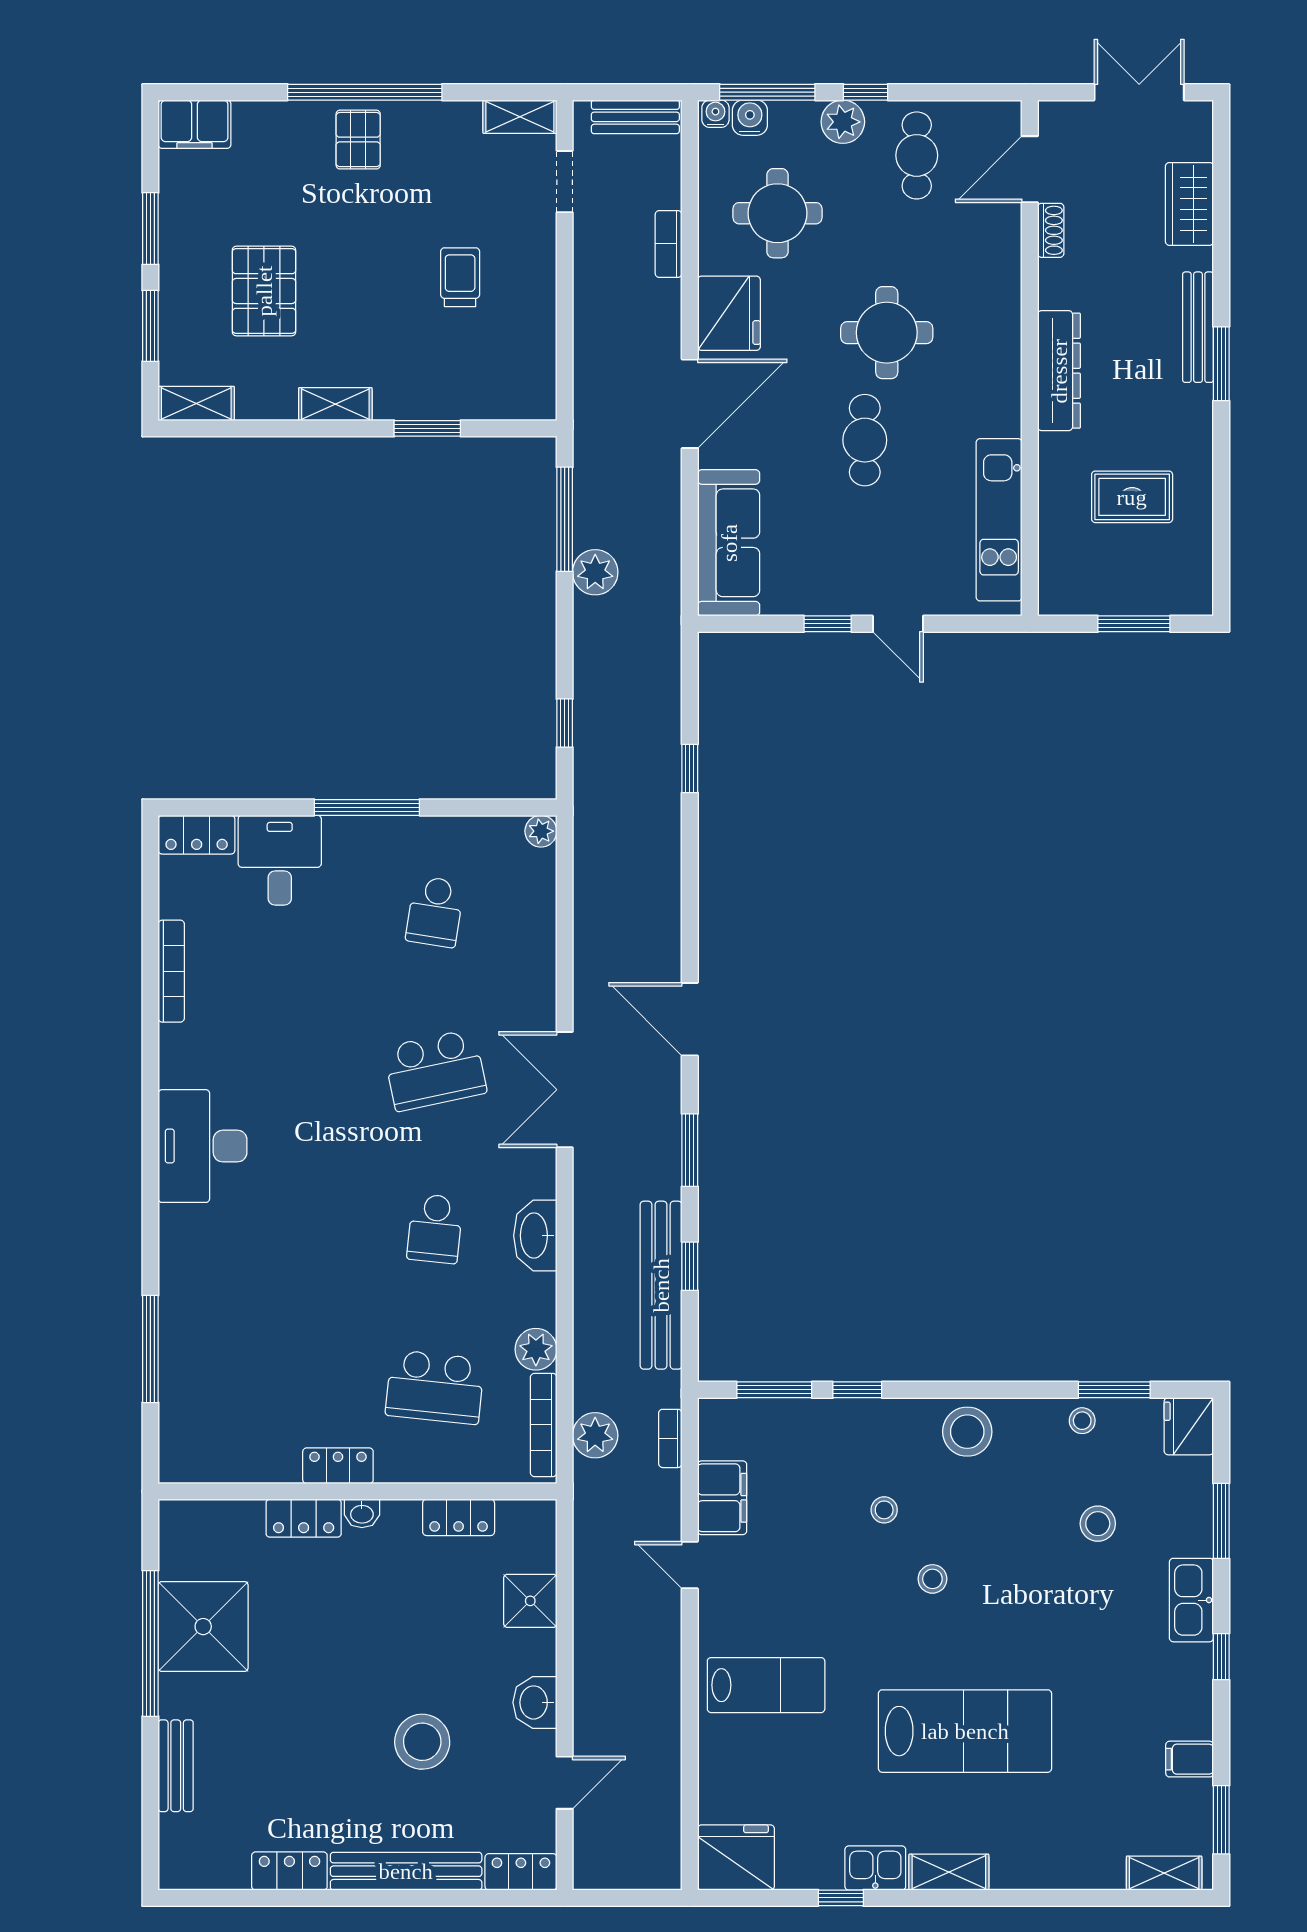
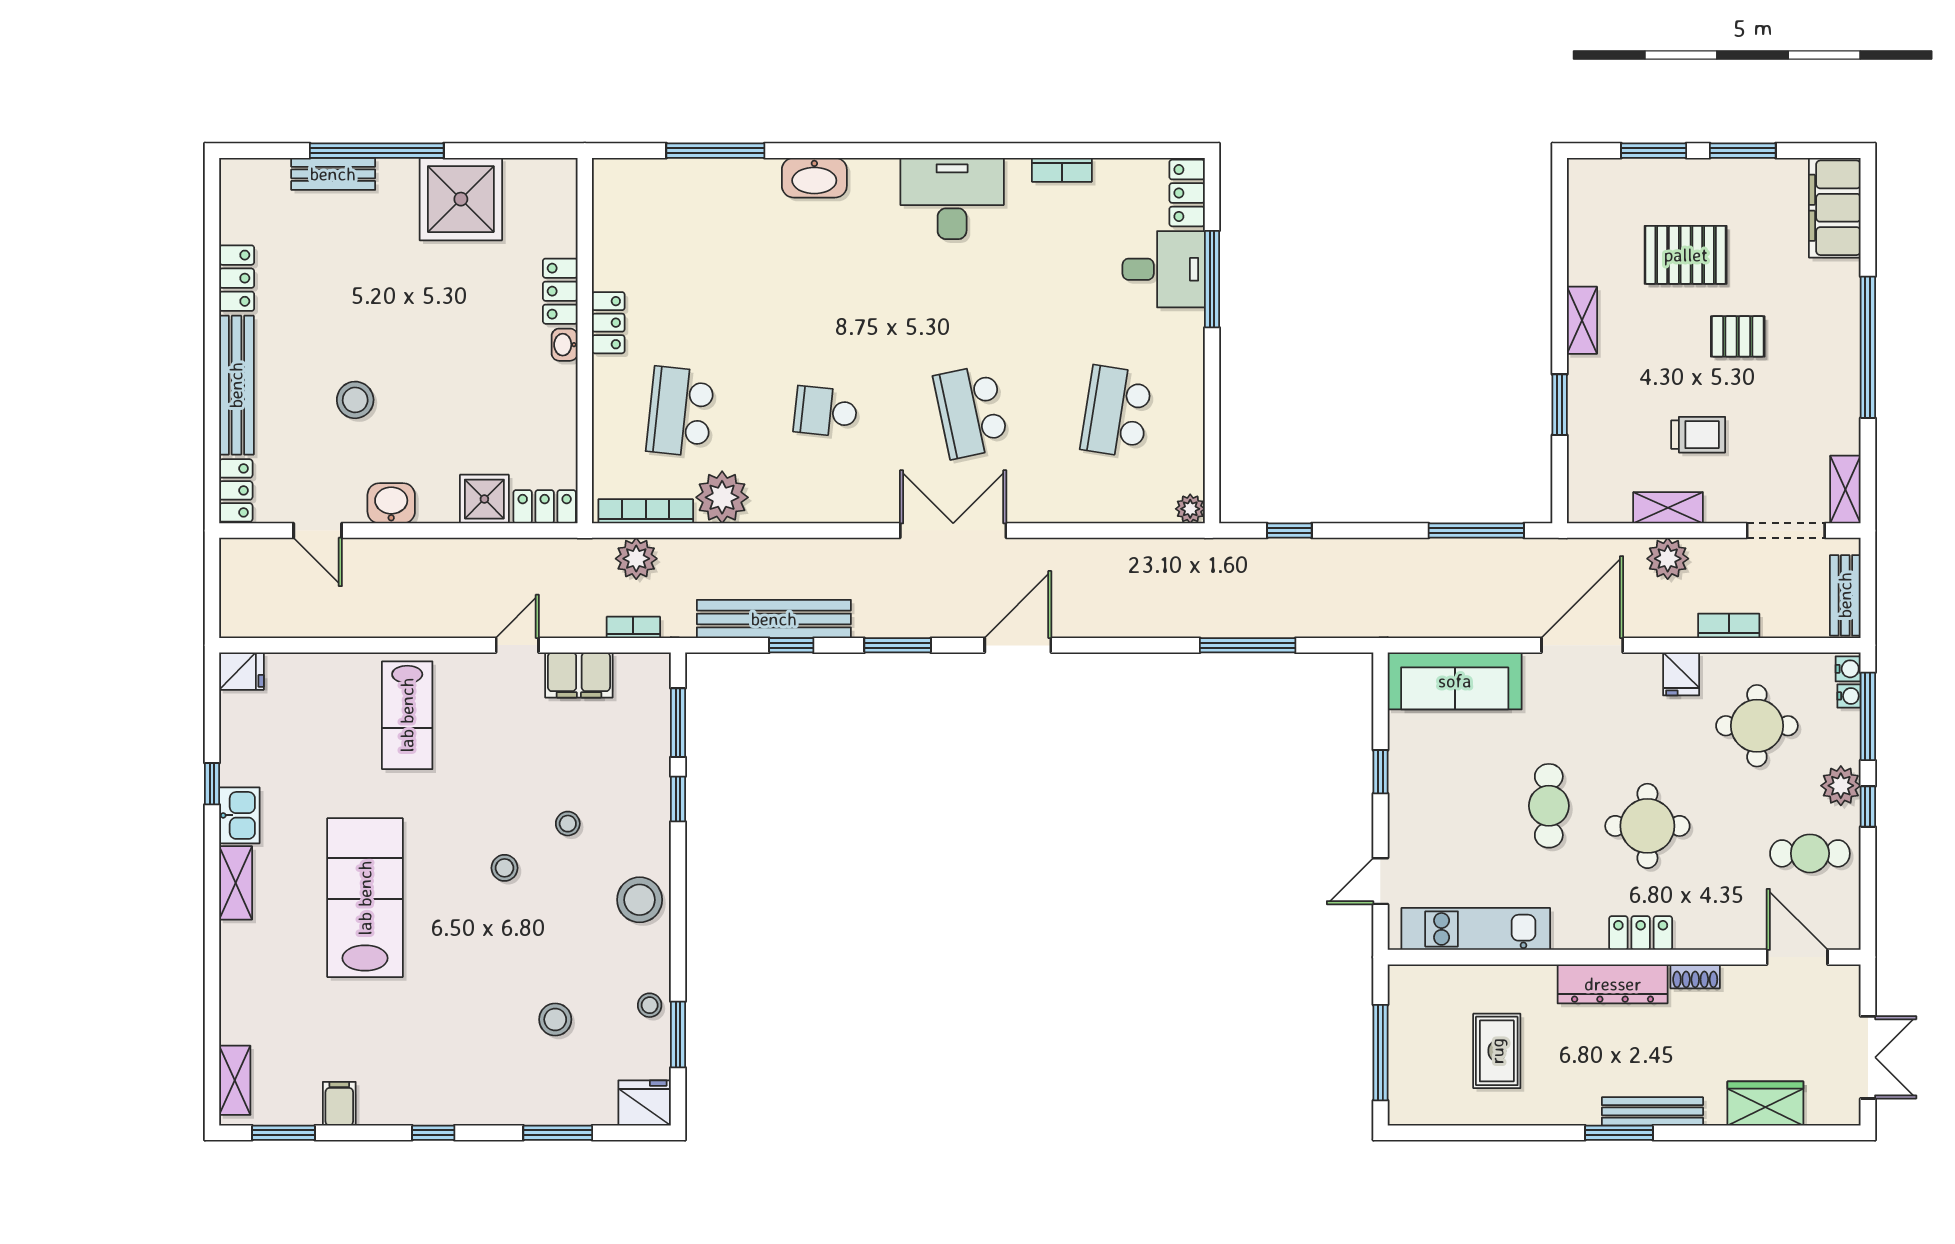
water cooler: (750, 118) -> (1849, 696), width x0.72, depth x0.72
filing cabinet: (195, 124) -> (1835, 208), width x1.50, depth x1.17
pallet: (358, 140) -> (1738, 336), moved
doorway: (565, 182) -> (1786, 531), width x1.38
shoe rack: (1051, 230) -> (1695, 976), moved
fridge: (729, 313) -> (1681, 674), width x0.53, depth x0.75
locker: (1004, 340) -> (1641, 933), added
shelving: (196, 403) -> (1668, 508), moved, turned 90
door: (690, 404) -> (1582, 645), swing flipped
cafe table: (865, 440) -> (1549, 806), turned 90
plant: (595, 572) -> (1668, 559), moved
door: (898, 624) -> (1380, 881), moved
window: (1134, 624) -> (1380, 1053), width x1.44
window: (690, 769) -> (1248, 645), width x2.17
window: (367, 807) -> (1212, 279), moved
school desk: (435, 912) -> (1116, 412), width x1.85
bookcase: (171, 971) -> (1062, 170), width x0.64
desk: (203, 1146) -> (952, 199), moved
washbasin: (535, 1236) -> (814, 178), moved, turned 180
plant: (536, 1349) -> (722, 497), width x1.36, depth x1.36
locker: (459, 1517) -> (545, 507), moved, turned 90
kitchen sink: (1191, 1600) -> (485, 1105), removed
window: (150, 1643) -> (377, 151), moved
lab bench: (965, 1731) -> (365, 898), turned 180
stool: (422, 1742) -> (355, 400), width x0.73, depth x0.73
fridge: (736, 1857) -> (241, 671), width x0.53, depth x0.75

